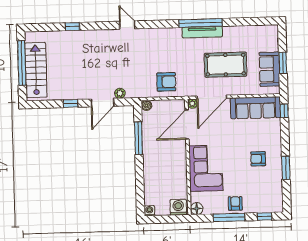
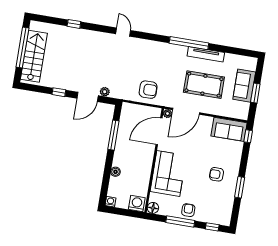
tv unit: (202, 32) -> (206, 54), moved
sofa: (270, 69) -> (244, 86), moved
boiler: (146, 105) -> (115, 172), moved
sofa: (255, 108) -> (229, 129), width x0.73

